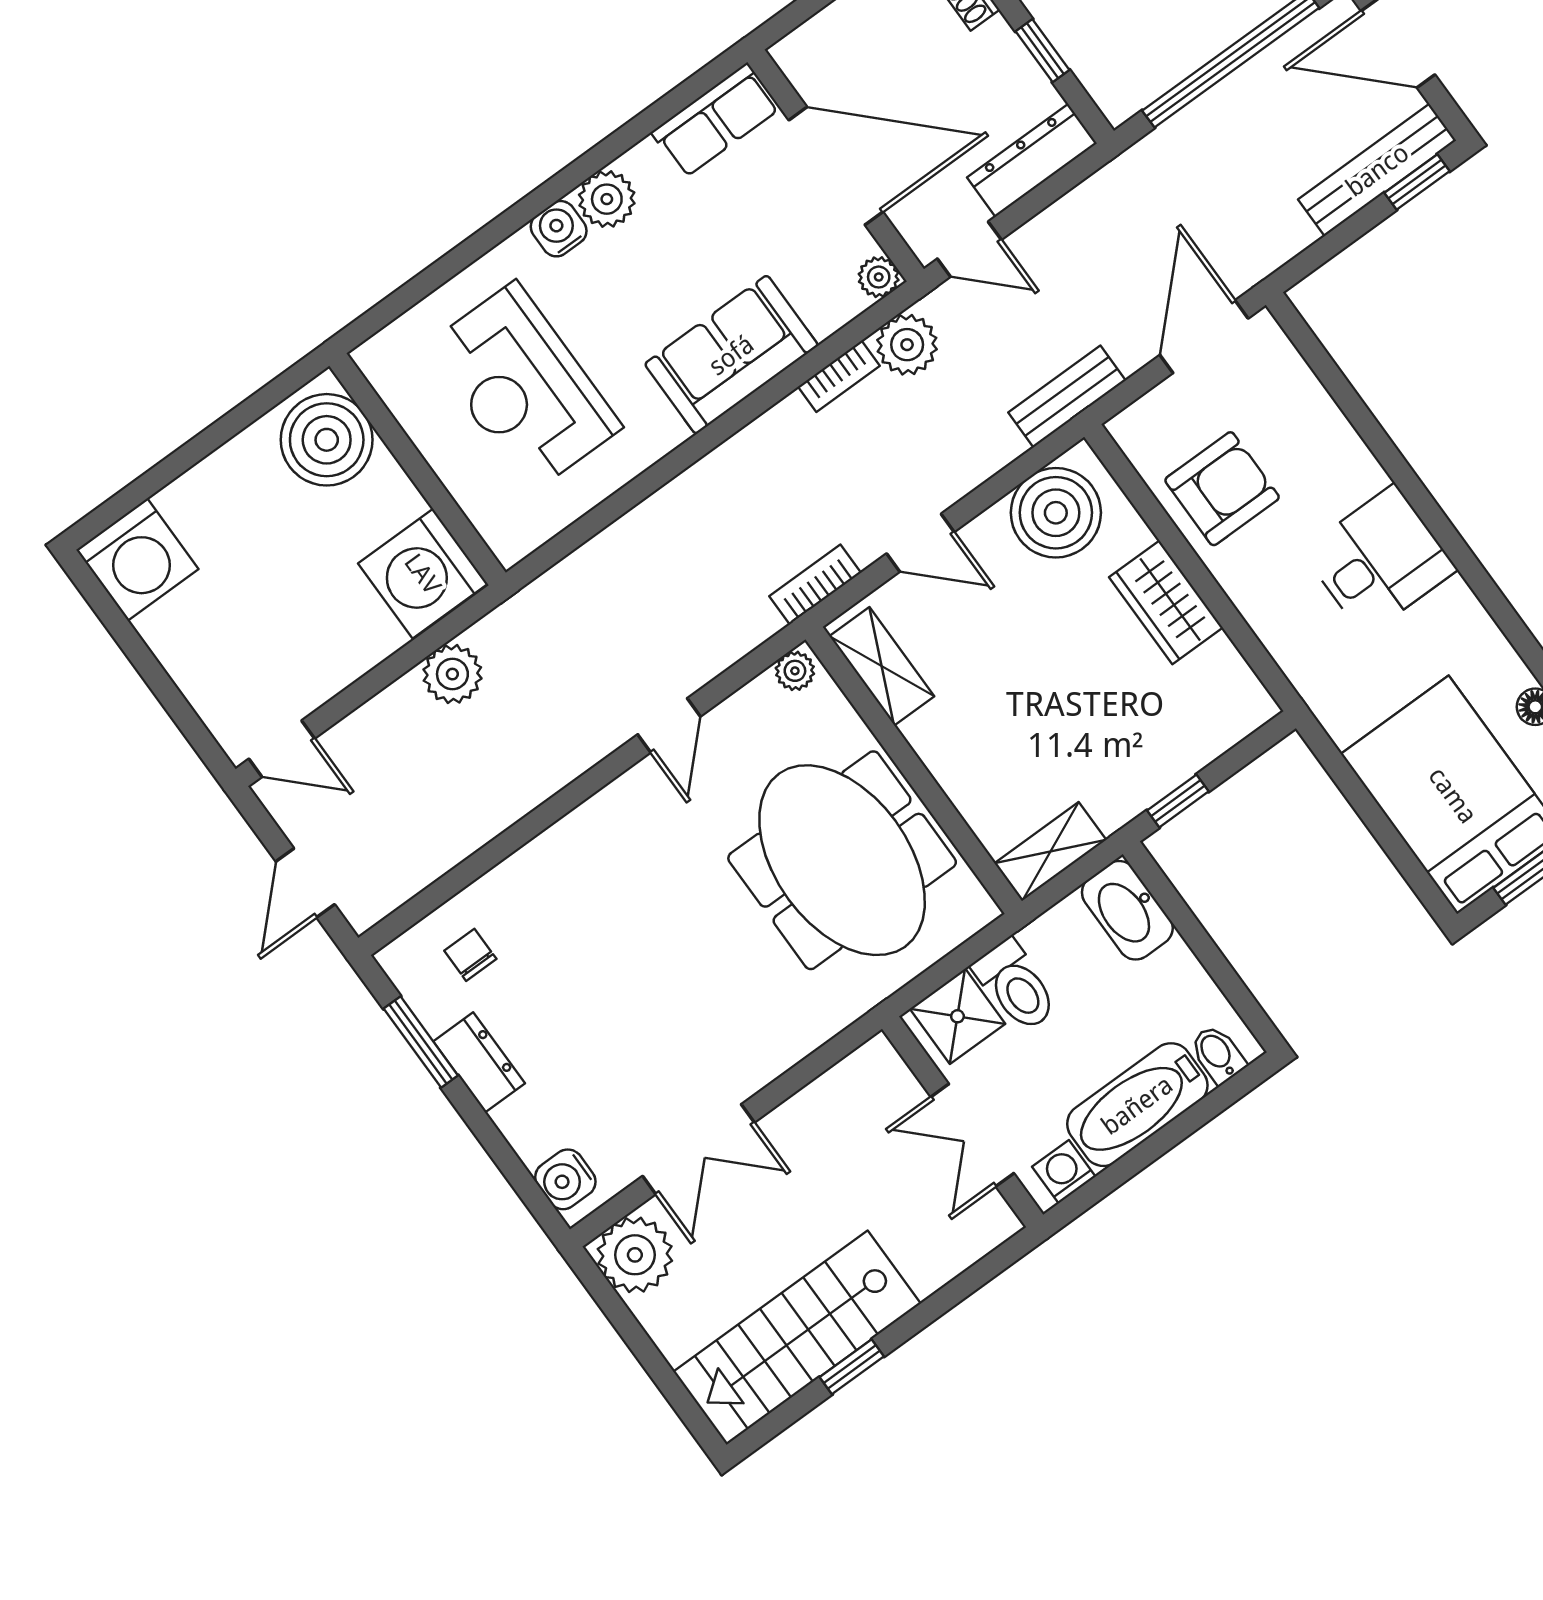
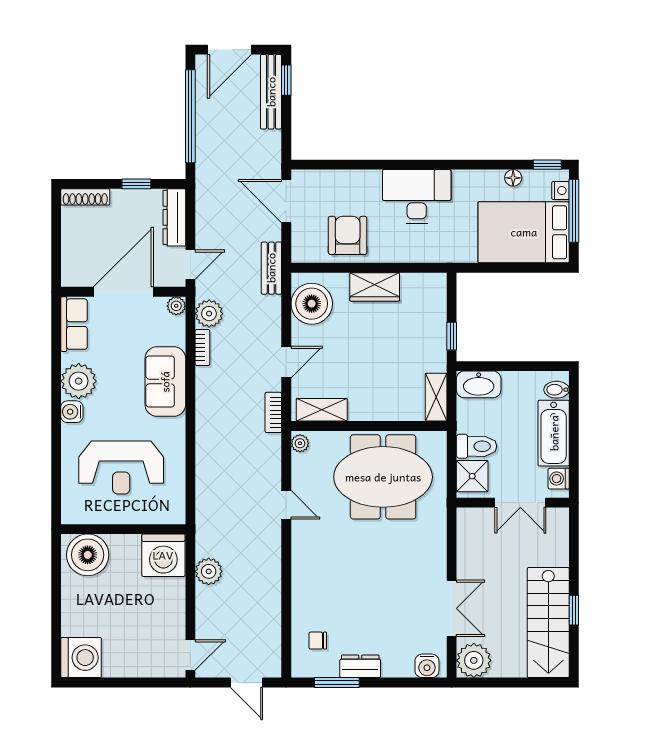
plant: (607, 199) -> (79, 381), width x1.36, depth x1.36
desk: (1379, 560) -> (417, 196), width x1.37

